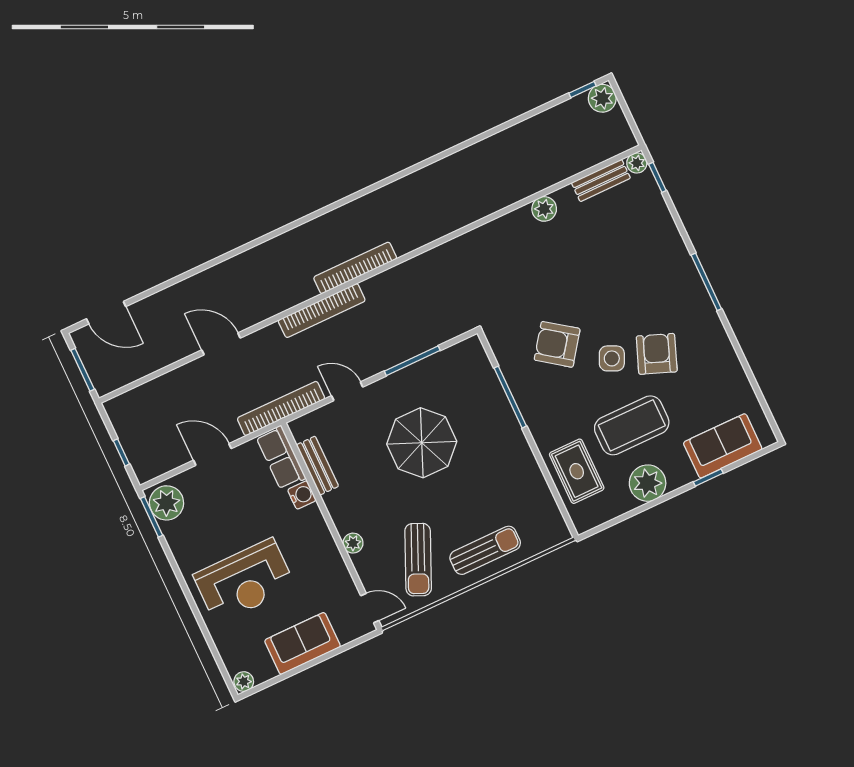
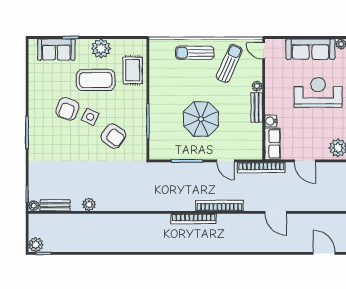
bench: (317, 466) -> (257, 107), moved
sofa: (303, 643) -> (311, 49), width x1.36

